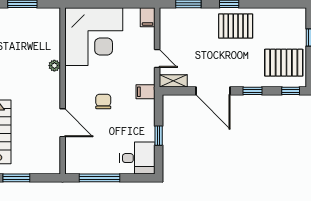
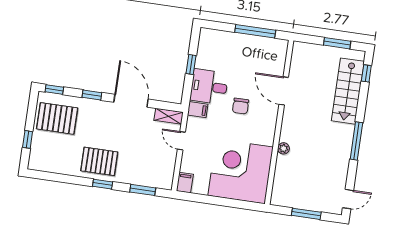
desk: (137, 158) -> (209, 87), moved

